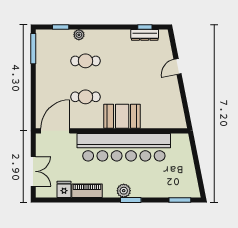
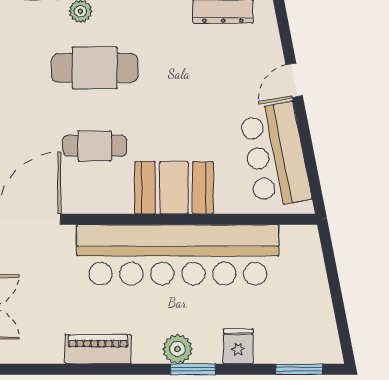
cafe table: (85, 61) -> (95, 68), width x1.37, depth x1.35
bar counter: (169, 101) -> (275, 155), added
fridge: (64, 189) -> (238, 346), moved

